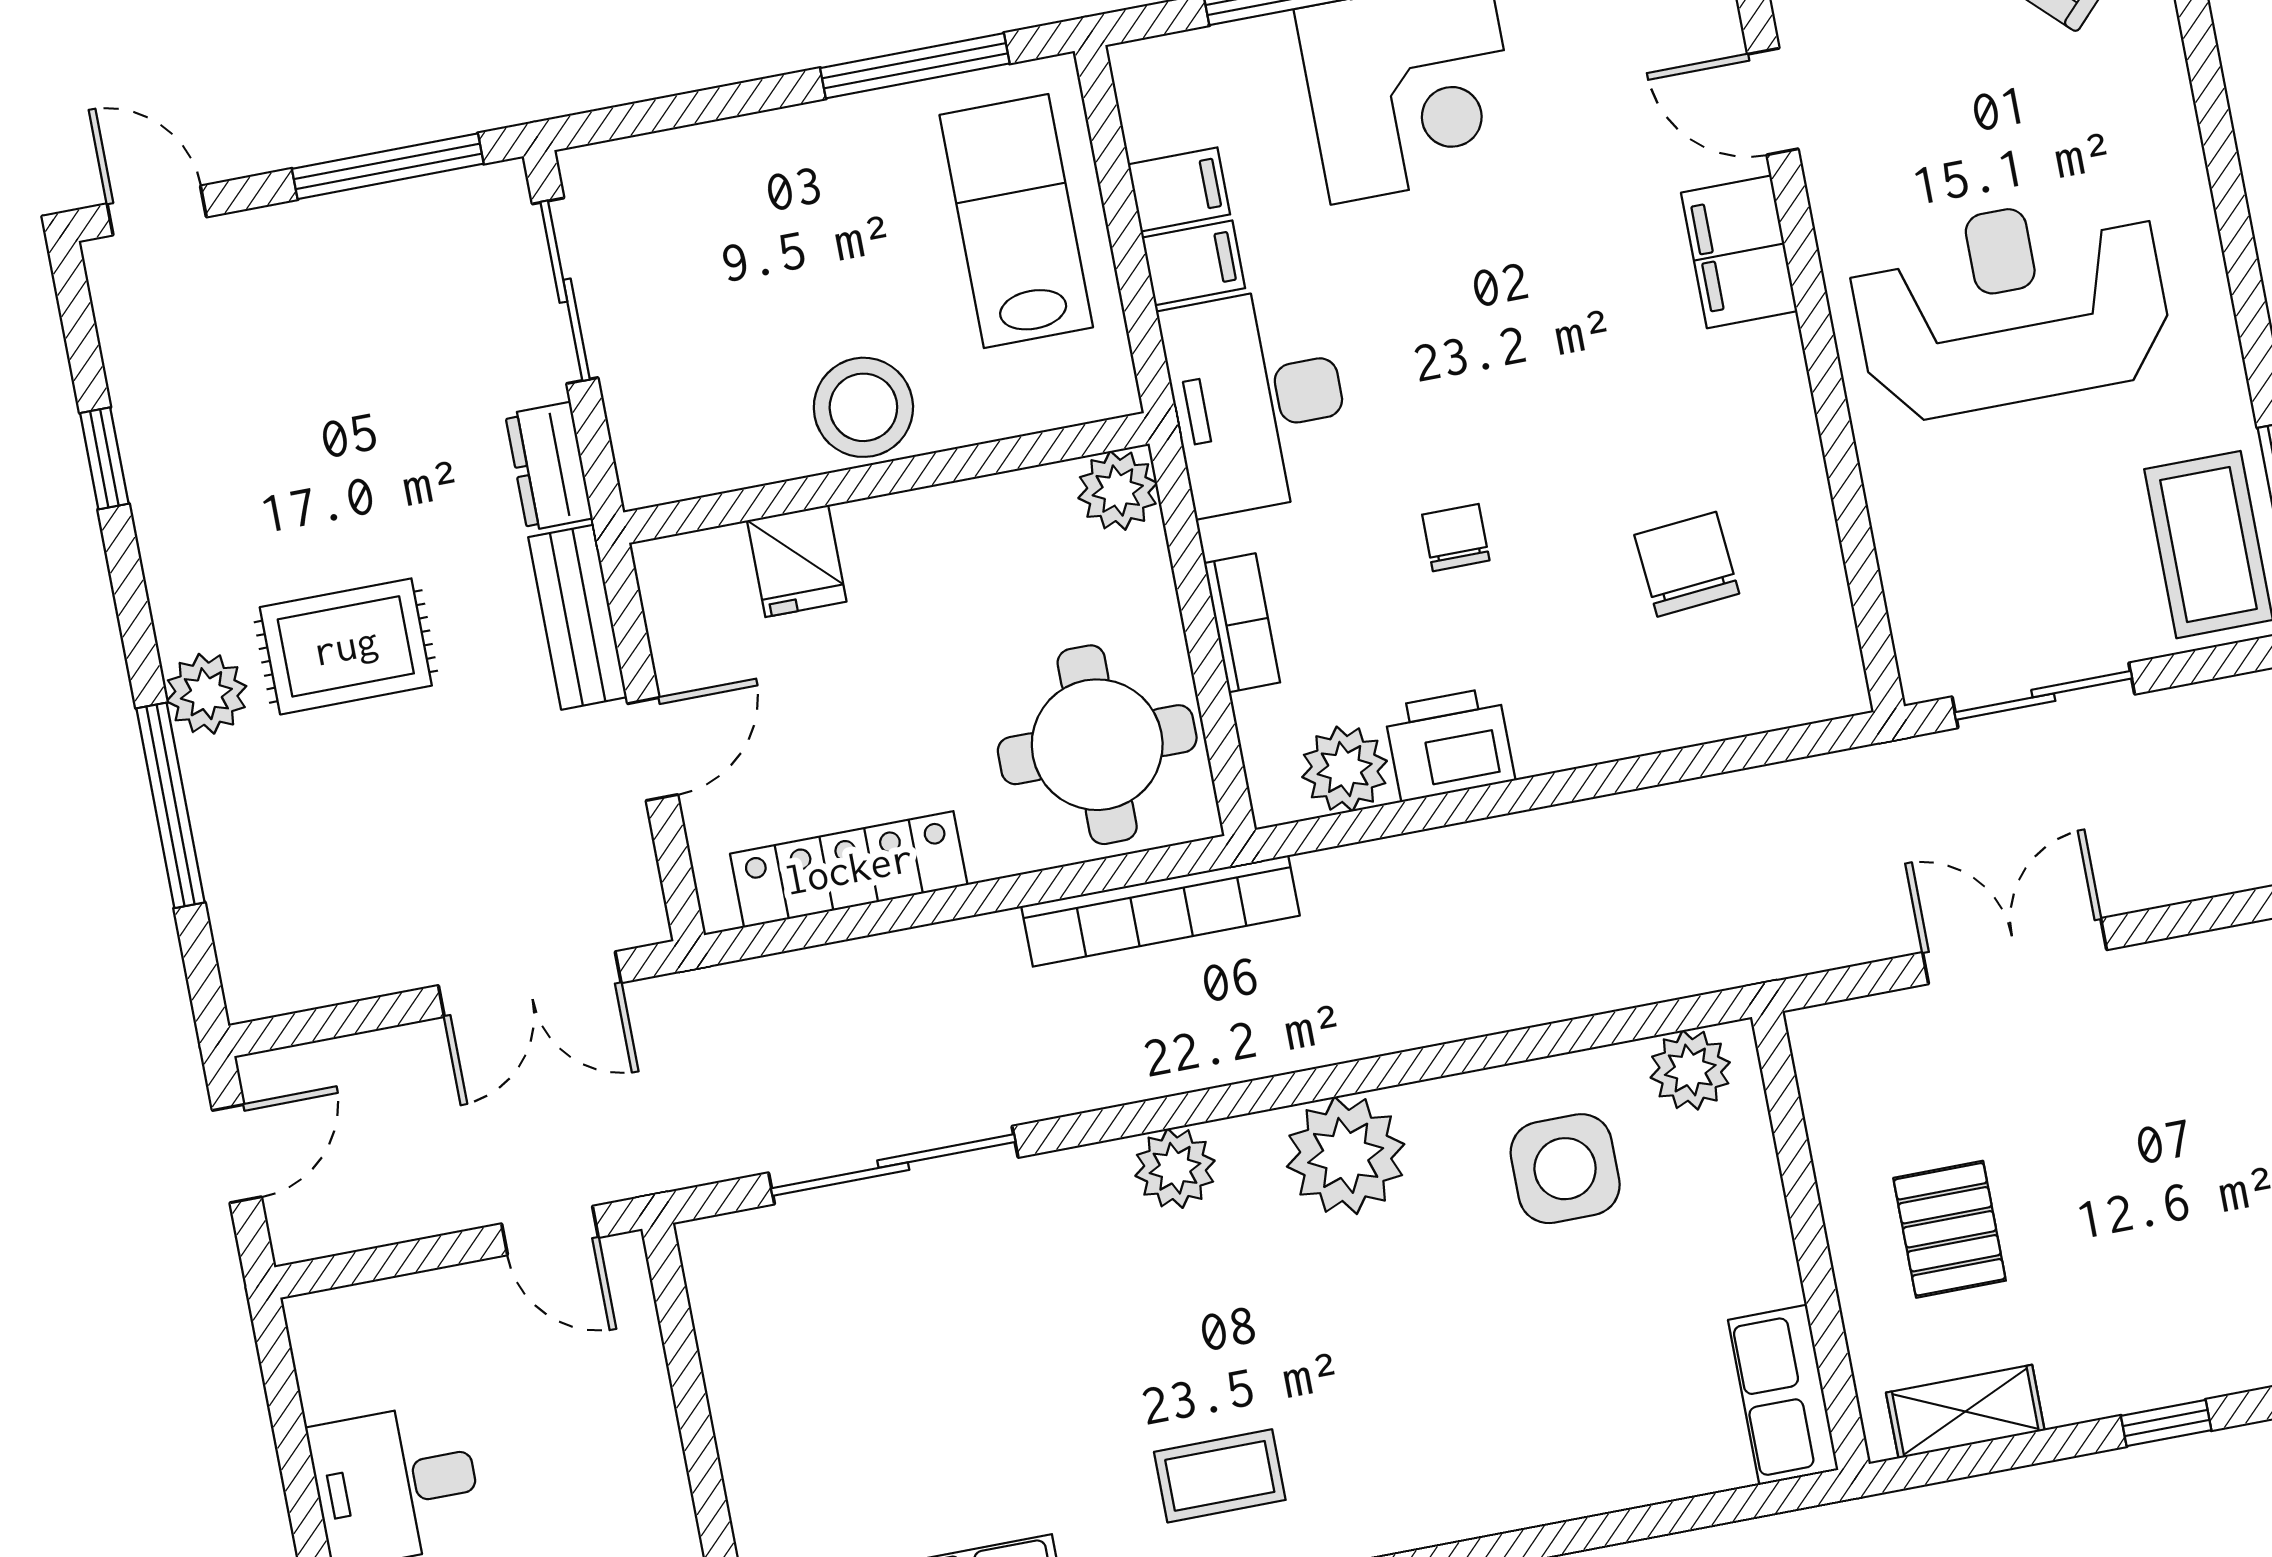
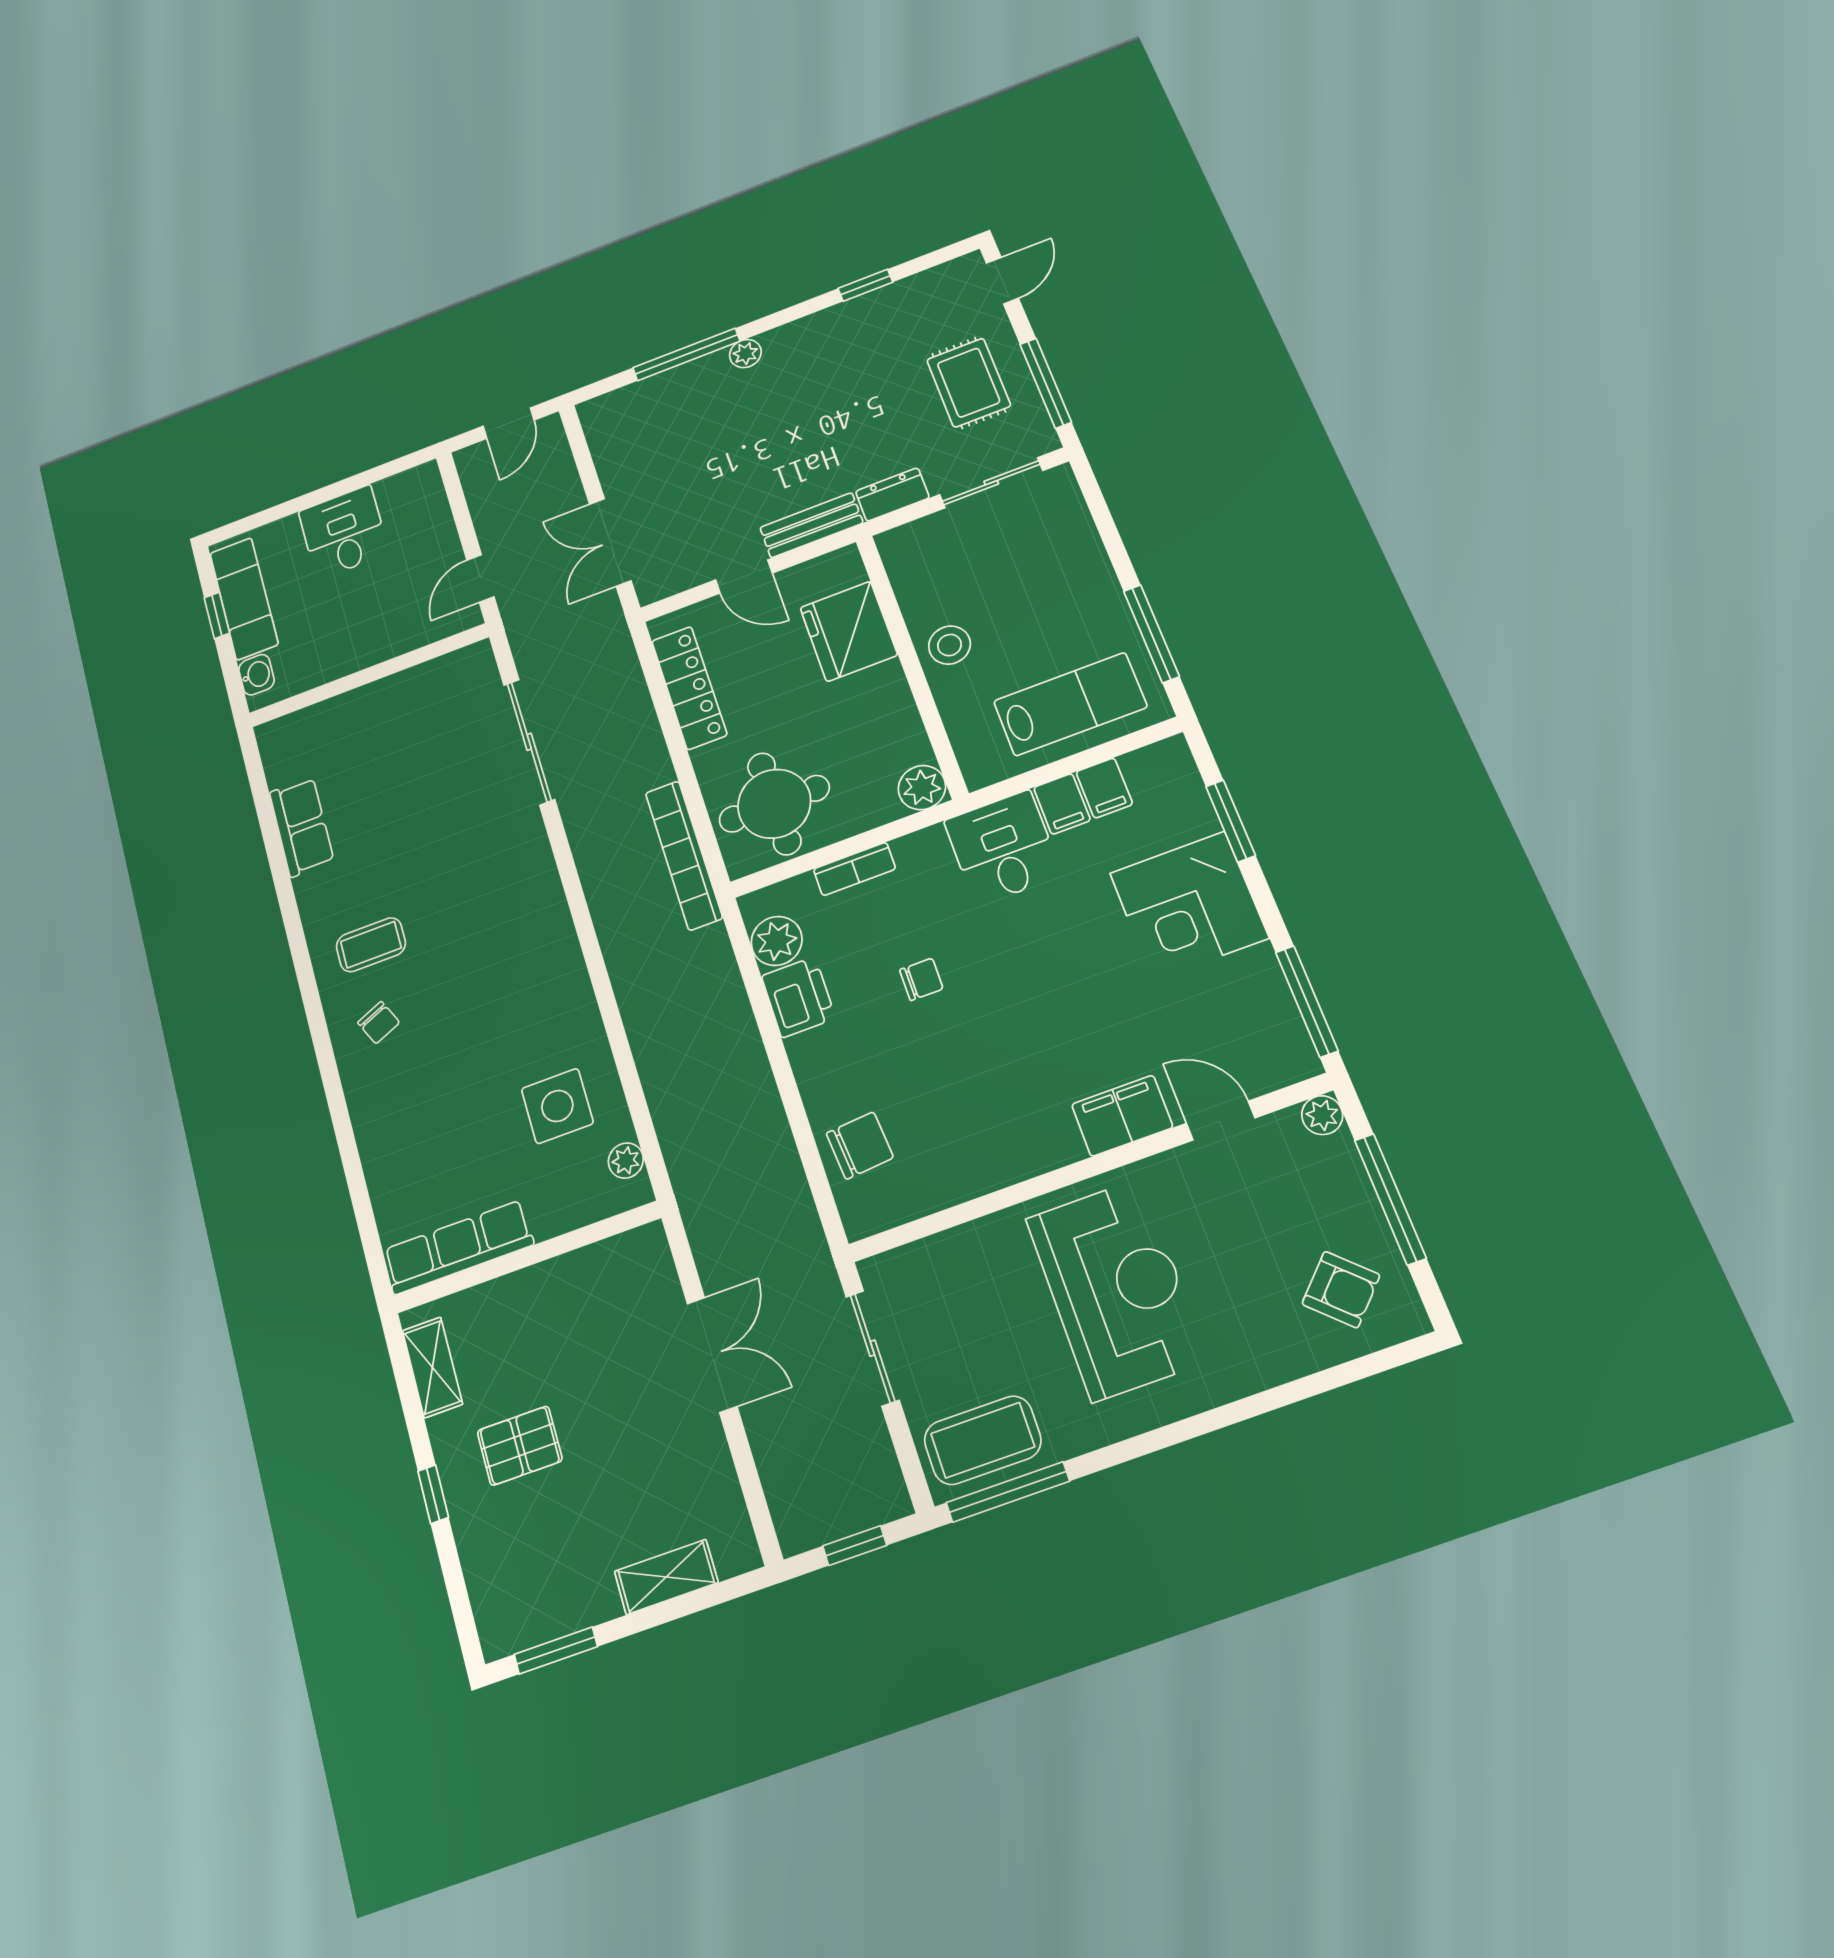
door: (1773, 102) -> (1221, 1121), hinge flipped
desk: (1258, 400) -> (1003, 848), width x0.73
stool: (863, 407) -> (950, 645), width x0.73, depth x0.73
fridge: (797, 561) -> (849, 631), width x1.88, depth x1.34
chair: (1687, 564) -> (860, 1145), moved
rug: (346, 646) -> (969, 383), moved
plant: (206, 694) -> (745, 354), width x0.73, depth x0.73
plant: (1690, 1070) -> (626, 1161), width x0.73, depth x0.73
door: (237, 1154) -> (509, 423), hinge flipped
plant: (1346, 1155) -> (555, 981), removed
plant: (1175, 1168) -> (540, 889), removed
pallet: (1950, 1229) -> (520, 1446), moved
row of seats: (1783, 1395) -> (458, 1247), width x1.48
chair: (1364, 1470) -> (379, 1023), added
coffee table: (1220, 1476) -> (371, 945), turned 90

